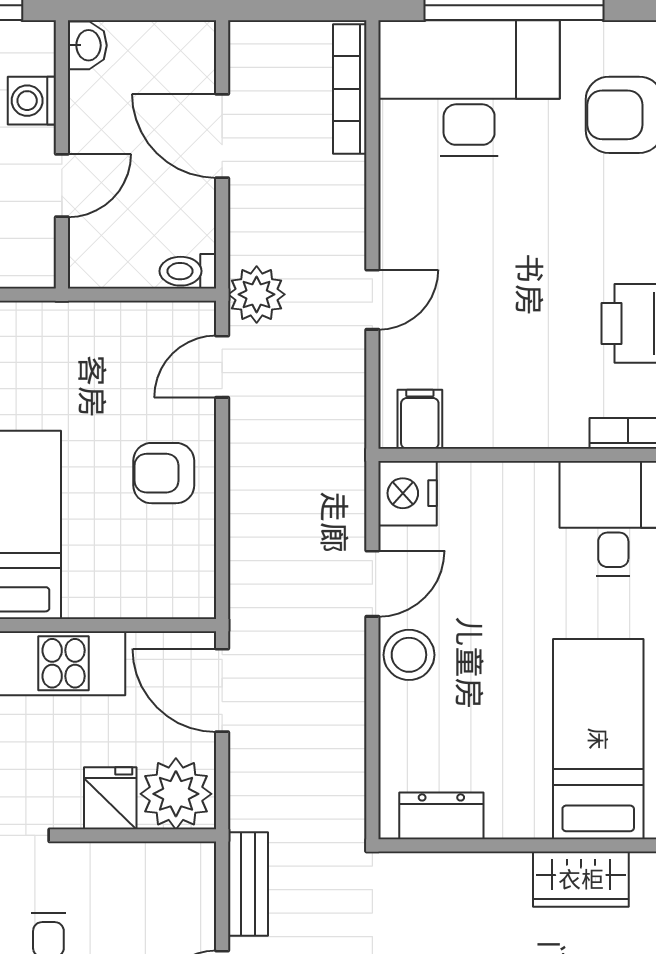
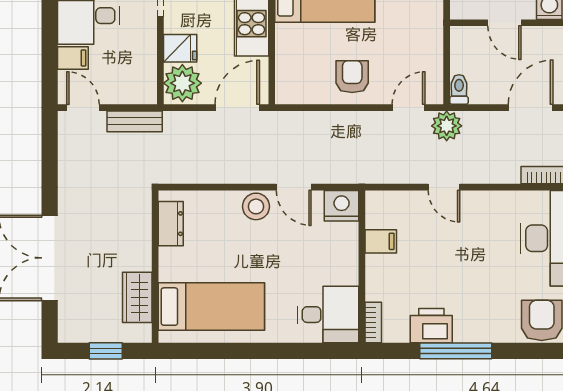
door: (222, 367) -> (409, 108), hinge flipped
filing cabinet: (420, 419) -> (381, 241), moved

